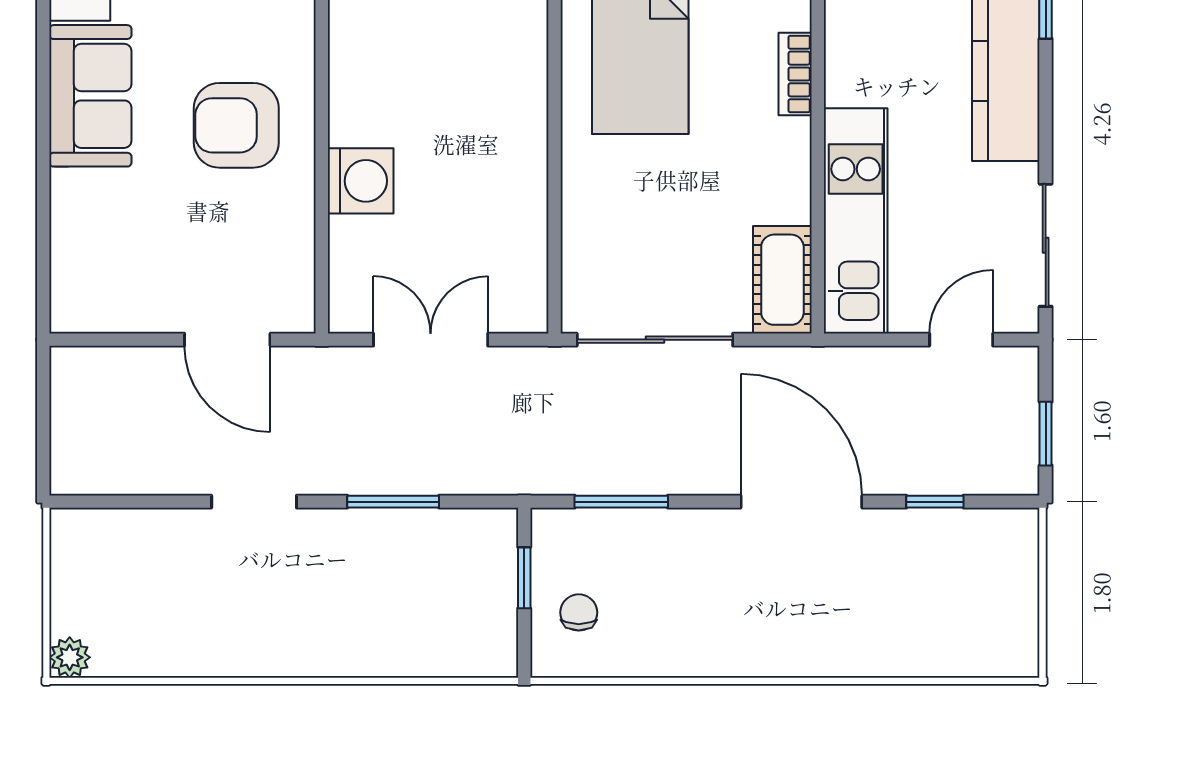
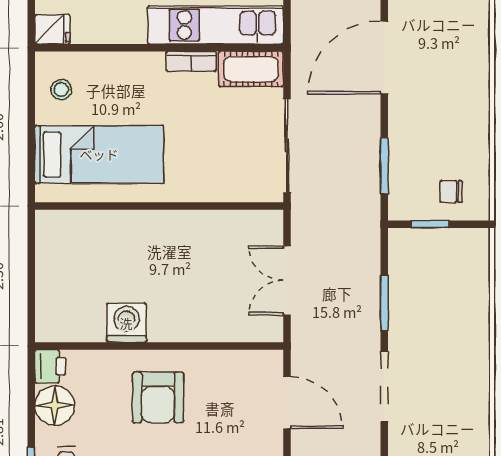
bookcase: (795, 74) -> (191, 61), moved
washing machine: (361, 181) -> (126, 323), moved
door: (227, 340) -> (287, 403), hinge flipped
doorway: (254, 502) -> (384, 387), width x1.38

